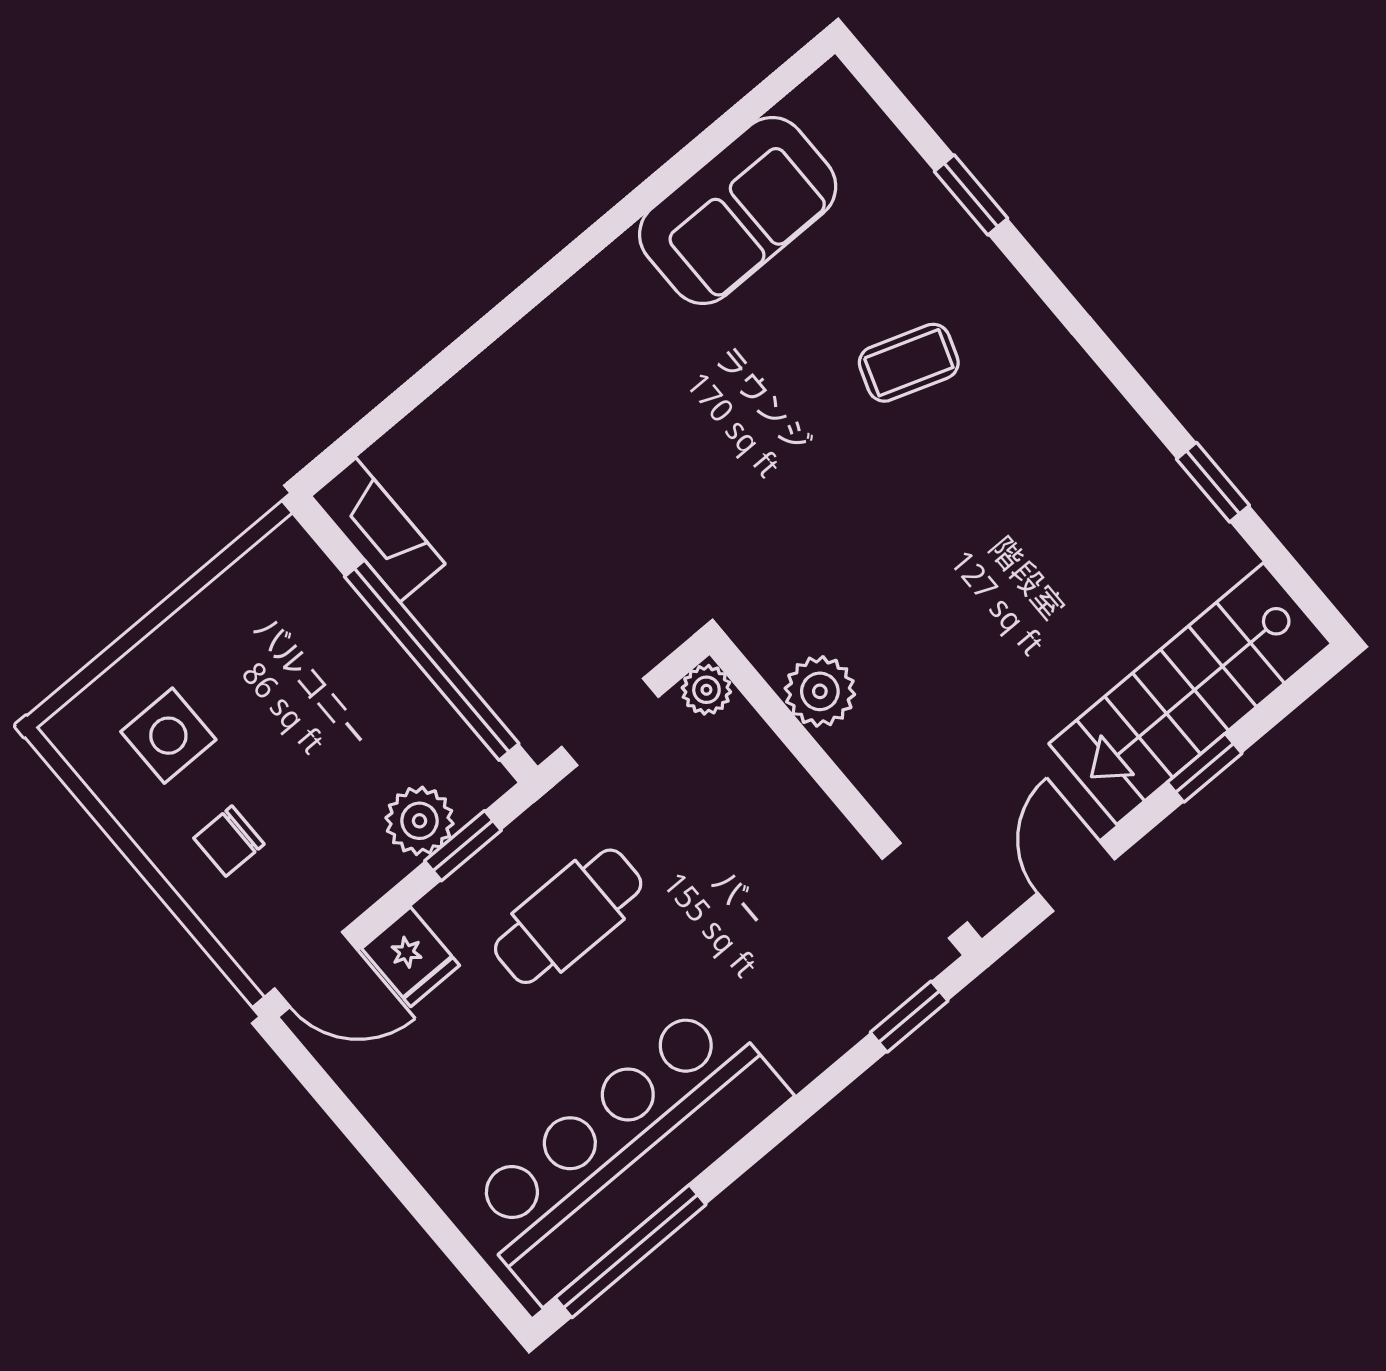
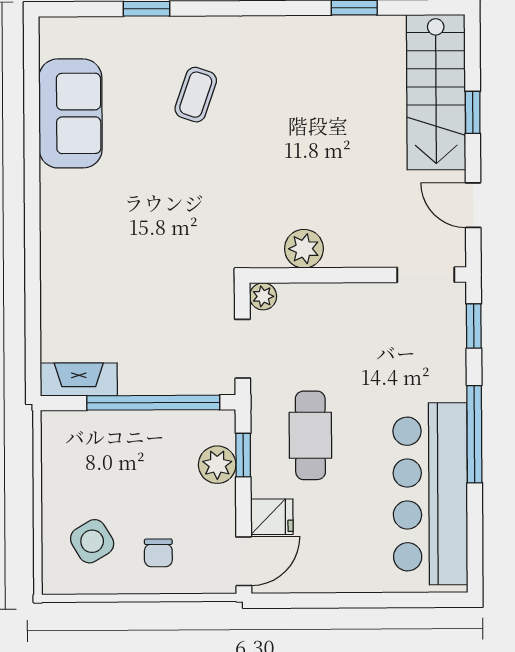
side table: (168, 736) -> (92, 541), turned -31
window: (631, 1251) -> (474, 434), moved

